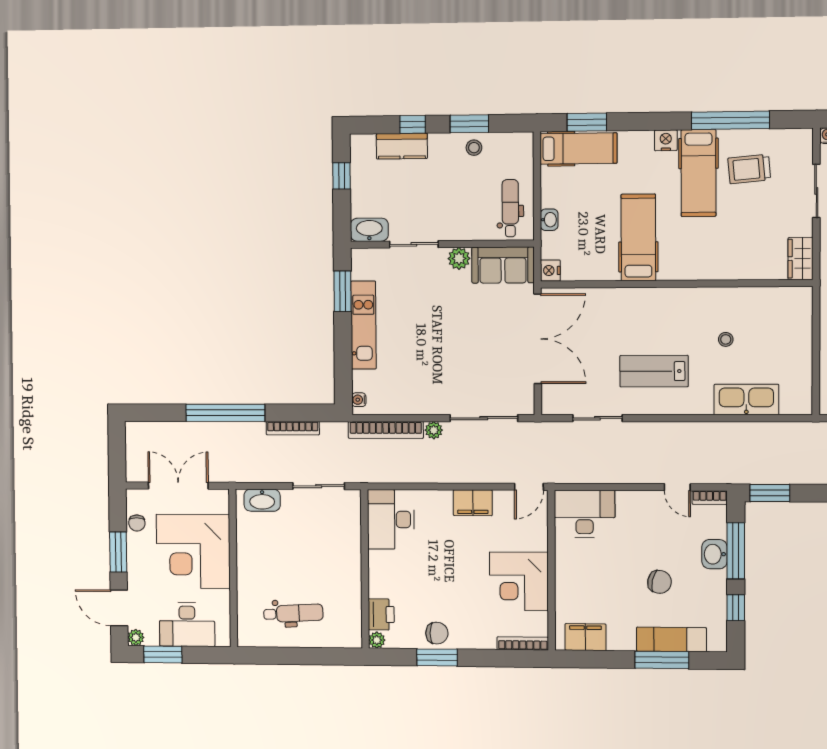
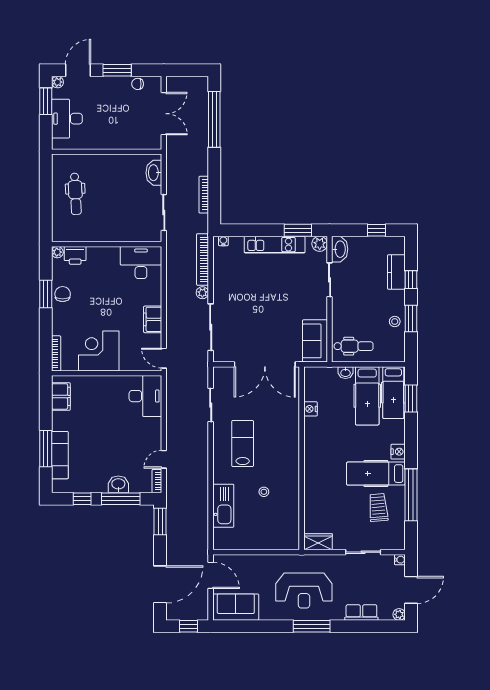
hospital bed: (638, 237) -> (367, 396), moved, turned 90
plant: (459, 258) -> (320, 244), moved
nightstand: (550, 270) -> (310, 409), moved, turned -90
window: (225, 413) -> (214, 119), moved
corner desk: (193, 551) -> (118, 124), removed
chair: (660, 582) -> (99, 447), removed
chair: (437, 633) -> (63, 294), turned 180

